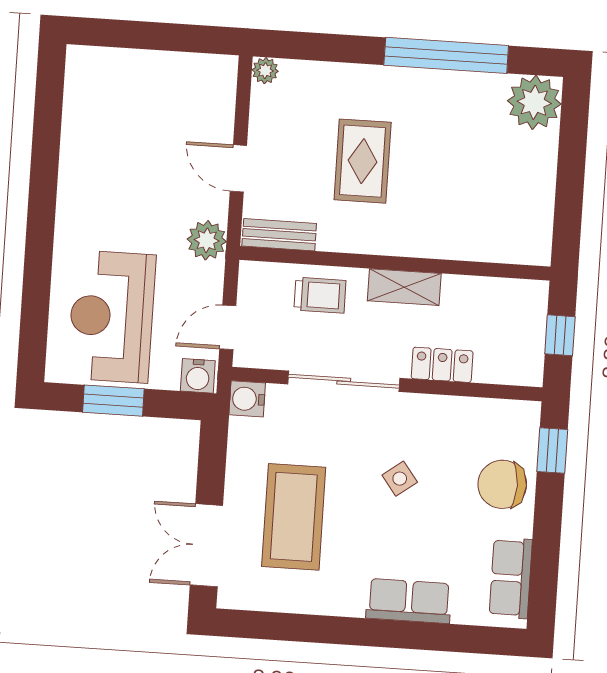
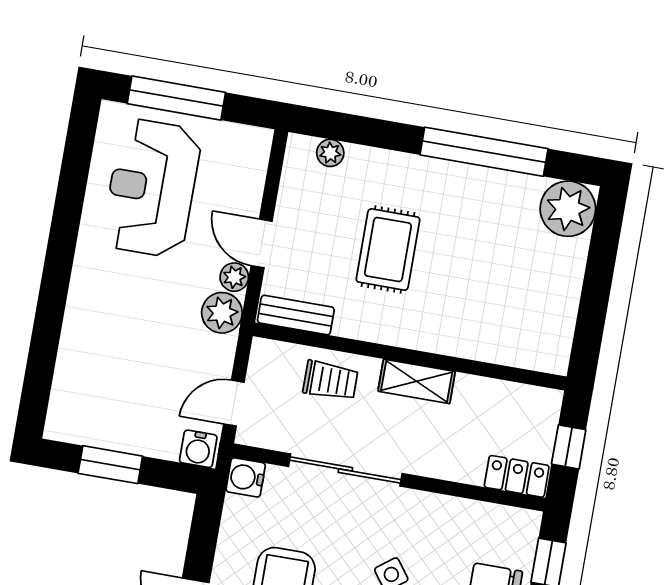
window: (140, 35) -> (176, 98), added
plant: (265, 71) -> (330, 153), moved
plant: (215, 204) -> (234, 277), added
reception desk: (112, 317) -> (152, 188), moved
locker: (442, 365) -> (517, 476), moved

